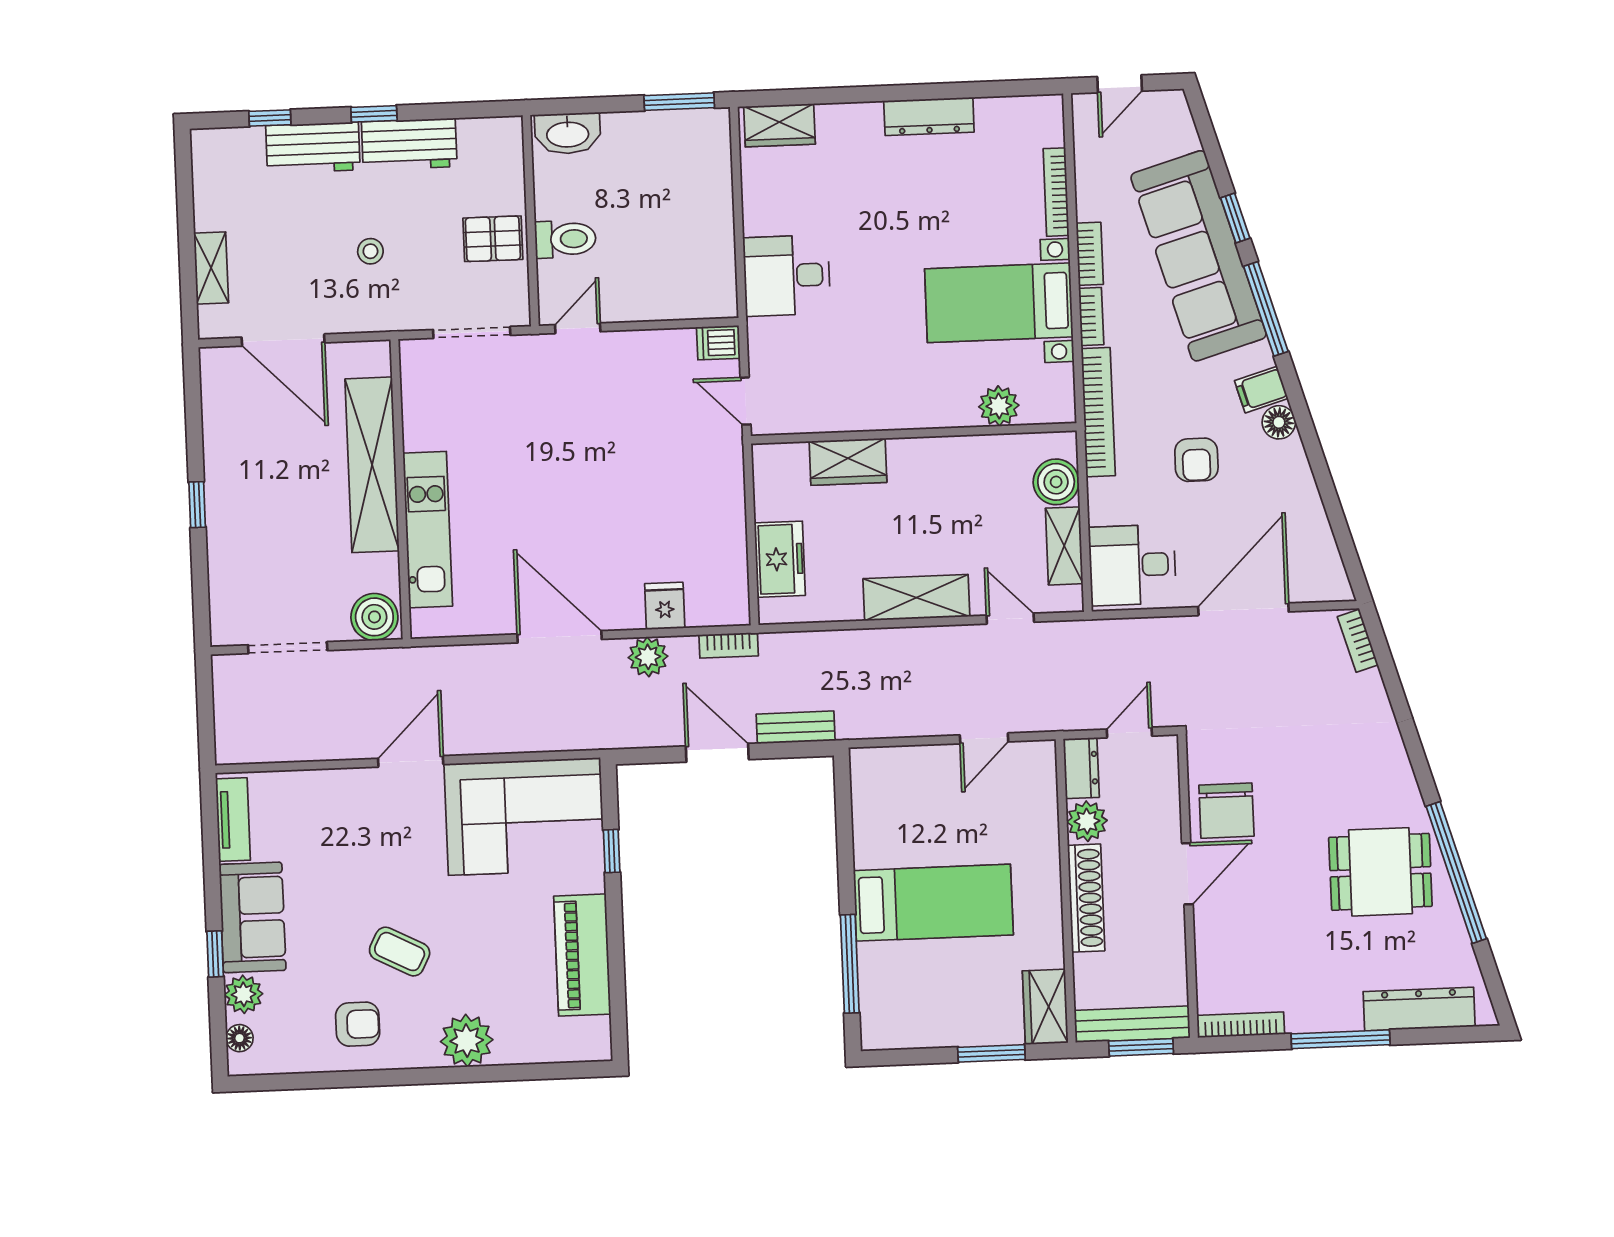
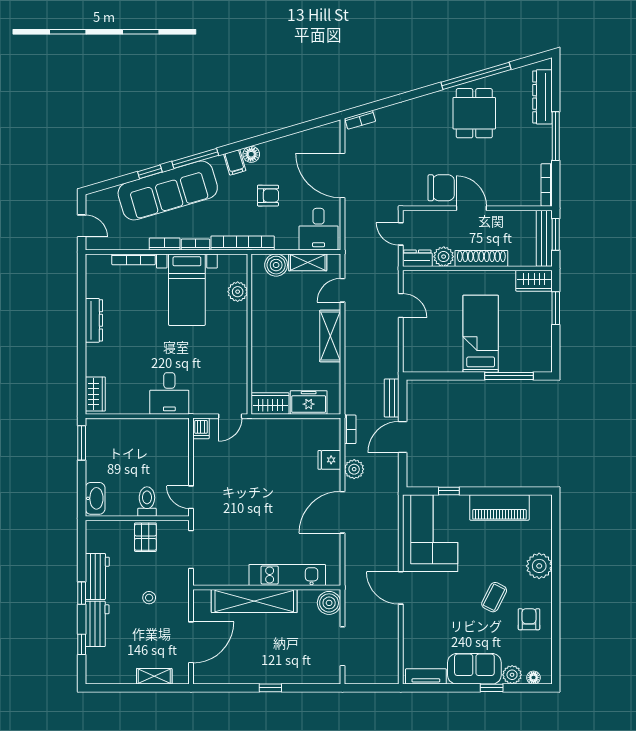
wardrobe: (848, 462) -> (270, 403), moved, turned -90

